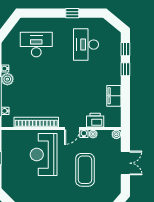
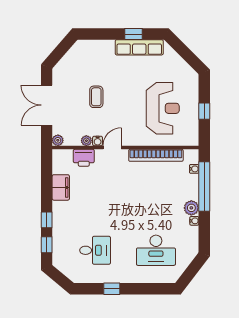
desk: (86, 45) -> (95, 250), width x0.73
reception desk: (44, 155) -> (163, 108), moved
double door: (125, 163) -> (47, 105), width x1.37
coffee table: (85, 170) -> (96, 97), width x0.54, depth x0.58

